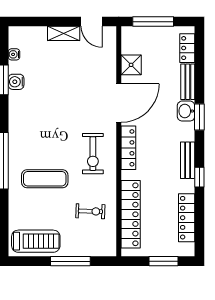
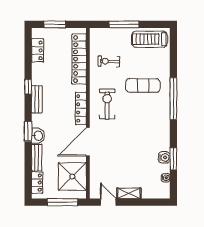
shower: (131, 65) -> (72, 176), width x1.86, depth x1.86
locker: (187, 218) -> (38, 50), width x0.66

